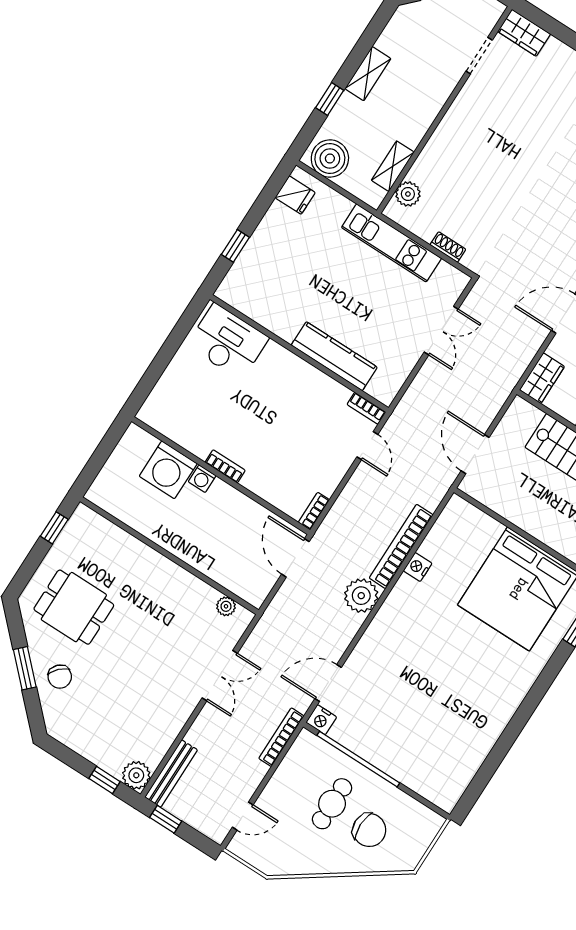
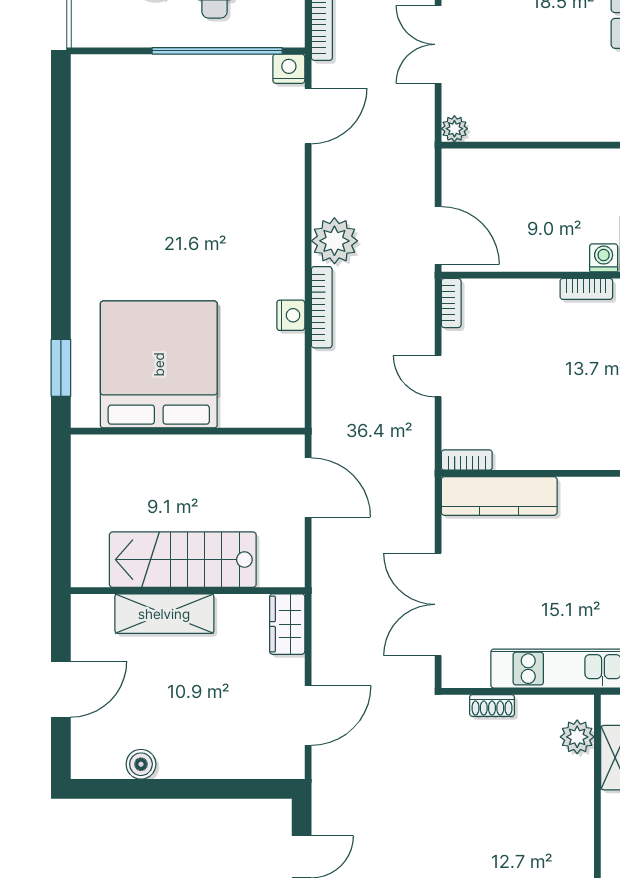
double door: (441, 331) -> (438, 604), width x1.37
kitchen counter: (334, 356) -> (499, 496), moved
door: (367, 446) -> (438, 376), moved
bookcase: (401, 546) -> (322, 307), width x0.68, depth x0.76
plant: (226, 606) -> (454, 129), moved

